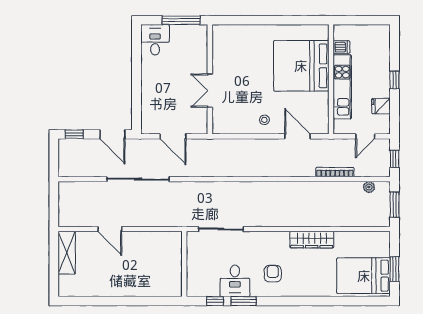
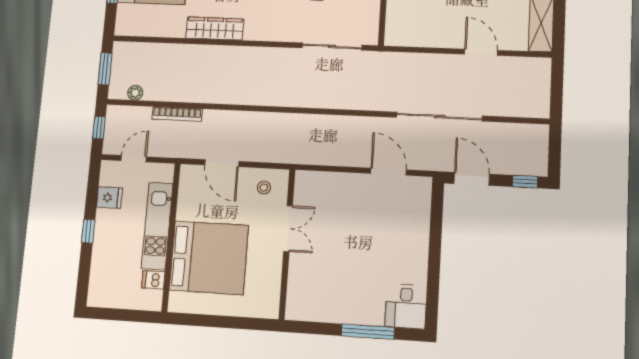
wall: (210, 79) -> (287, 244), moved
double door: (210, 91) -> (288, 229), moved

